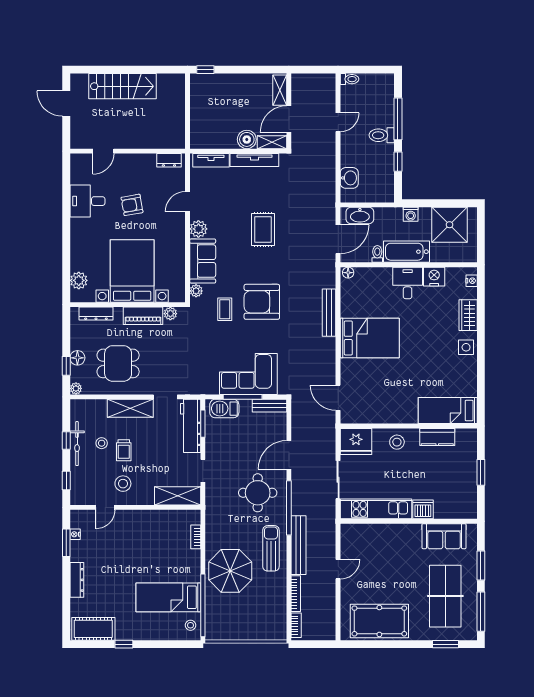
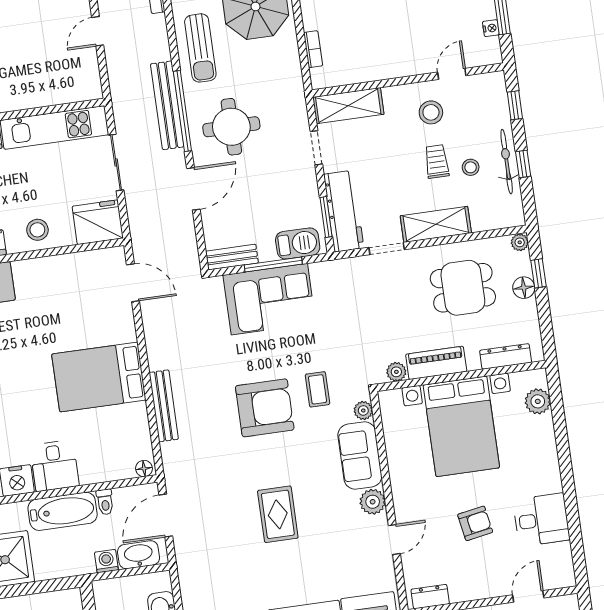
washing machine: (411, 214) -> (106, 561), moved
bench: (299, 545) -> (167, 105), moved

